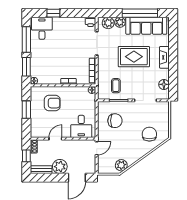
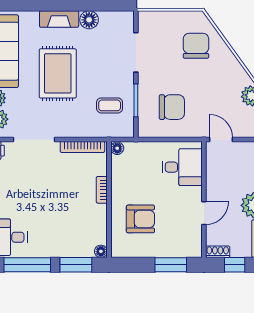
floor lamp: (164, 84) -> (89, 20), moved
armchair: (52, 103) -> (140, 219), turned 90
window: (26, 110) -> (171, 265), moved
chair: (115, 121) -> (172, 107), turned 90
chair: (149, 134) -> (196, 46), turned 90
door: (55, 139) -> (204, 213), swing flipped

